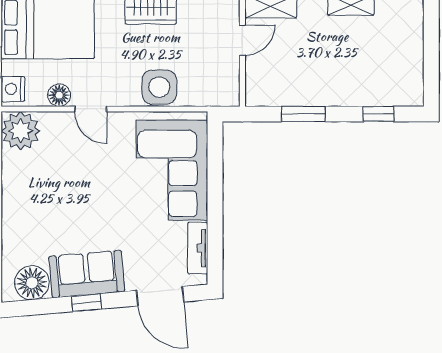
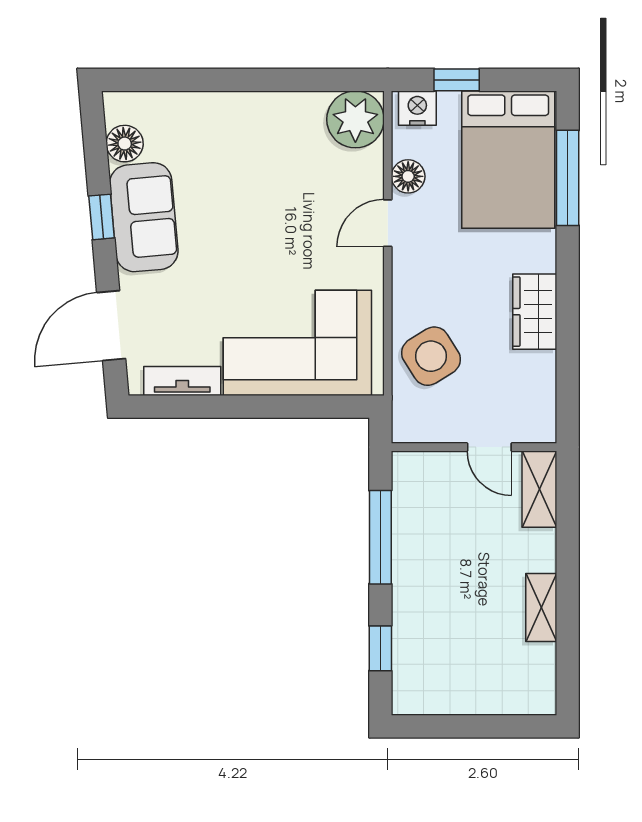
side table: (159, 87) -> (431, 356), moved, turned -32
window: (303, 114) -> (380, 537), width x1.44
floor lamp: (32, 283) -> (125, 144), width x0.73, depth x0.73

